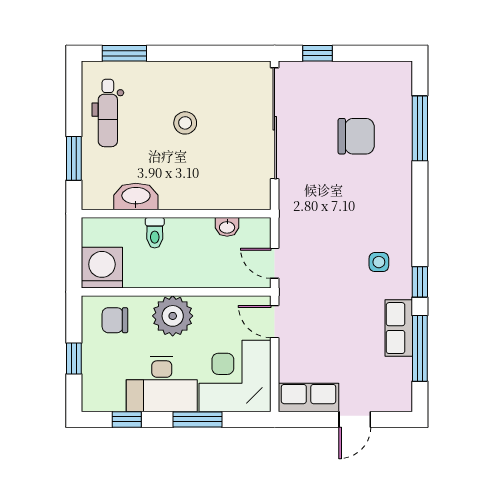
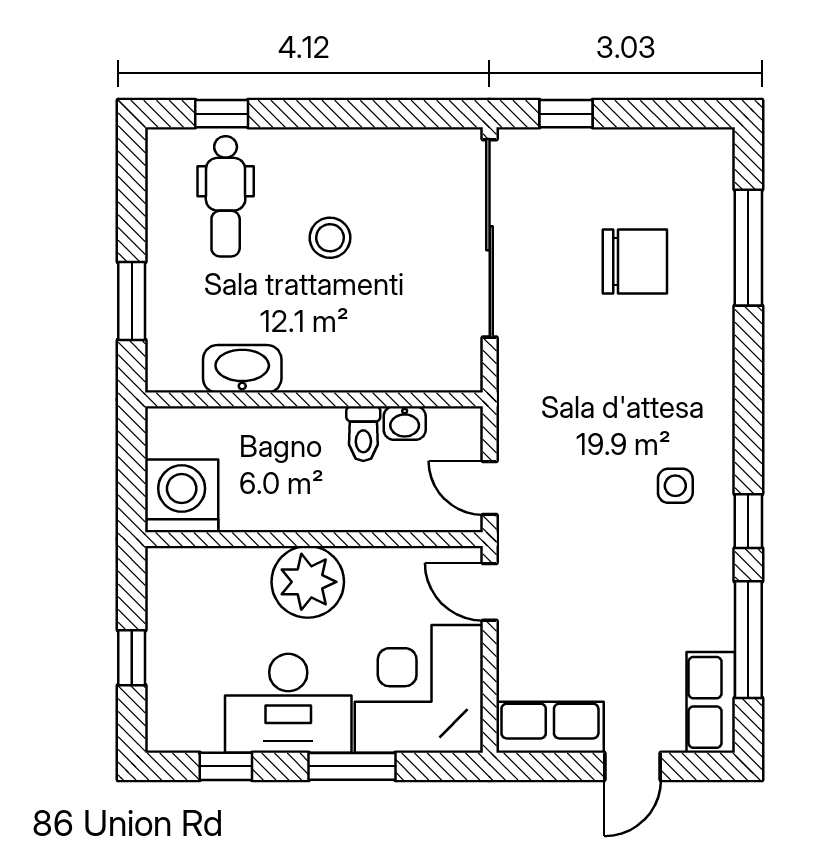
window: (124, 53) -> (222, 114), width x0.67
dental chair: (108, 113) -> (226, 196), moved
toilet: (155, 233) -> (363, 434), moved
chair: (115, 320) -> (205, 589), removed
row of seats: (399, 328) -> (711, 702), moved

